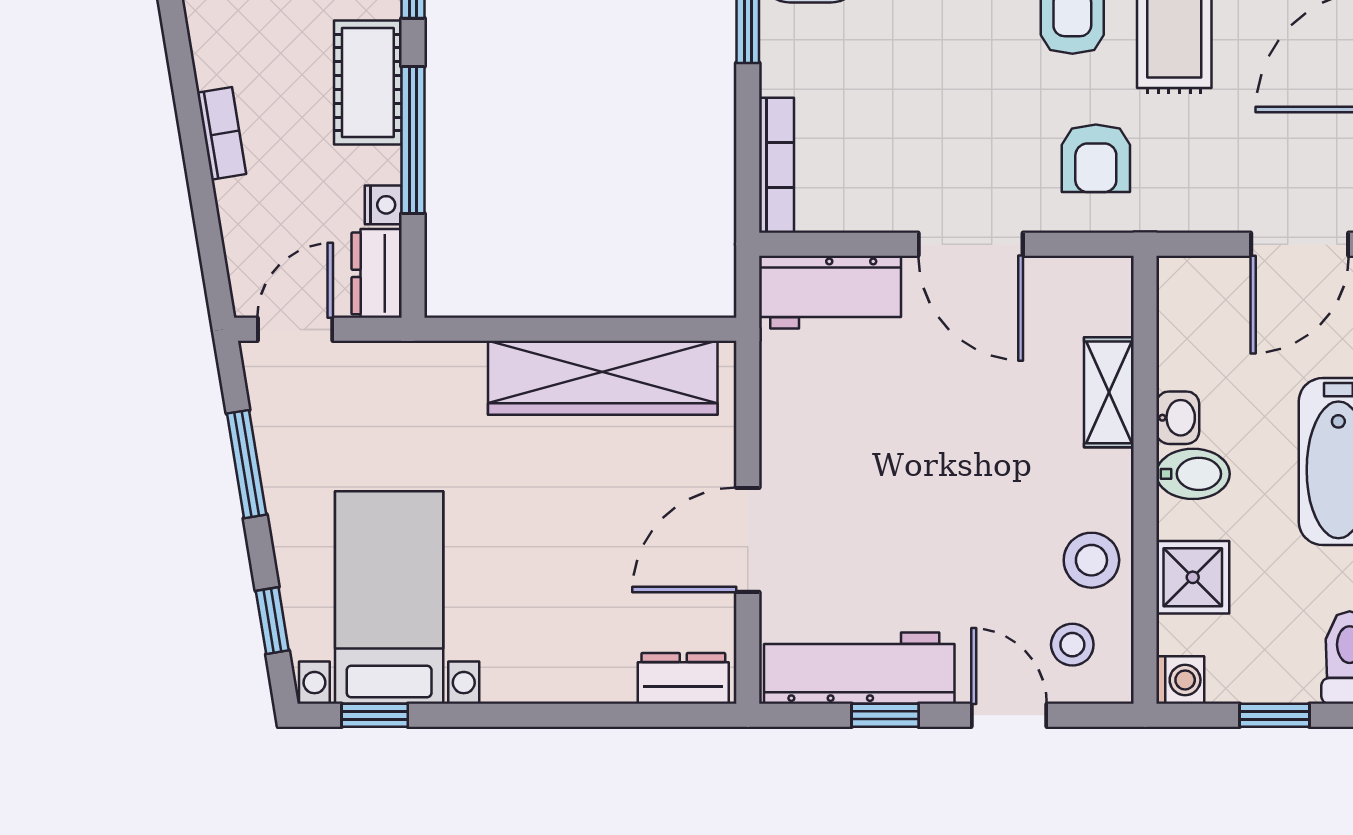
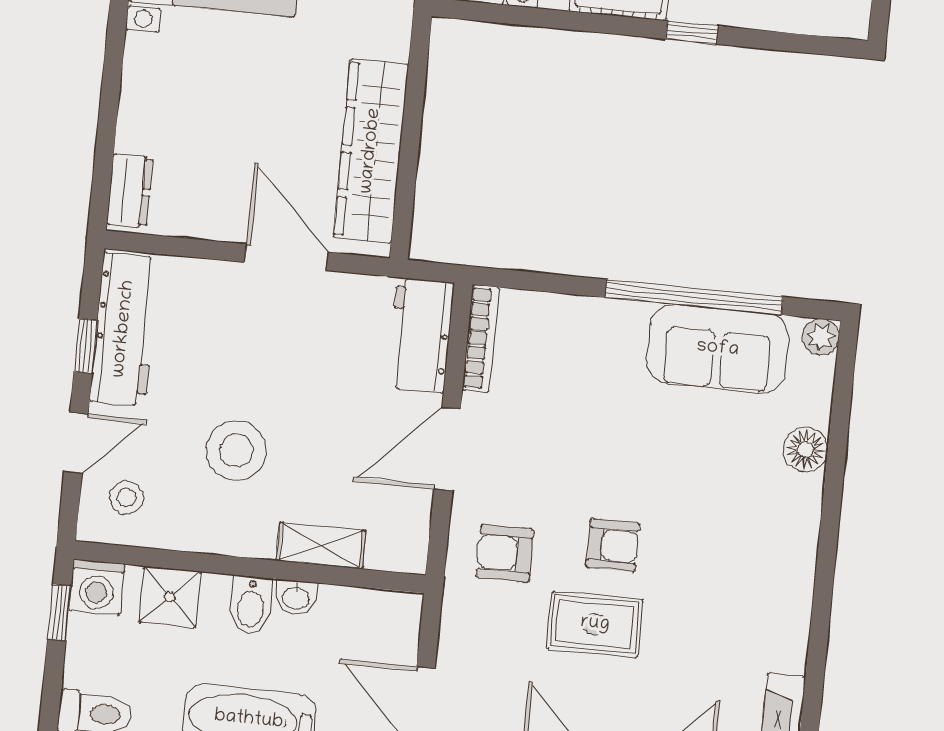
window: (413, 140) -> (571, 21), removed
bookcase: (776, 165) -> (481, 339), moved, turned -90
door: (748, 540) -> (287, 257), moved
stool: (1091, 560) -> (236, 451), moved, width x1.38, depth x1.38
washing machine: (1180, 680) -> (97, 587), width x1.38, depth x1.38
window: (1275, 715) -> (59, 612), moved

